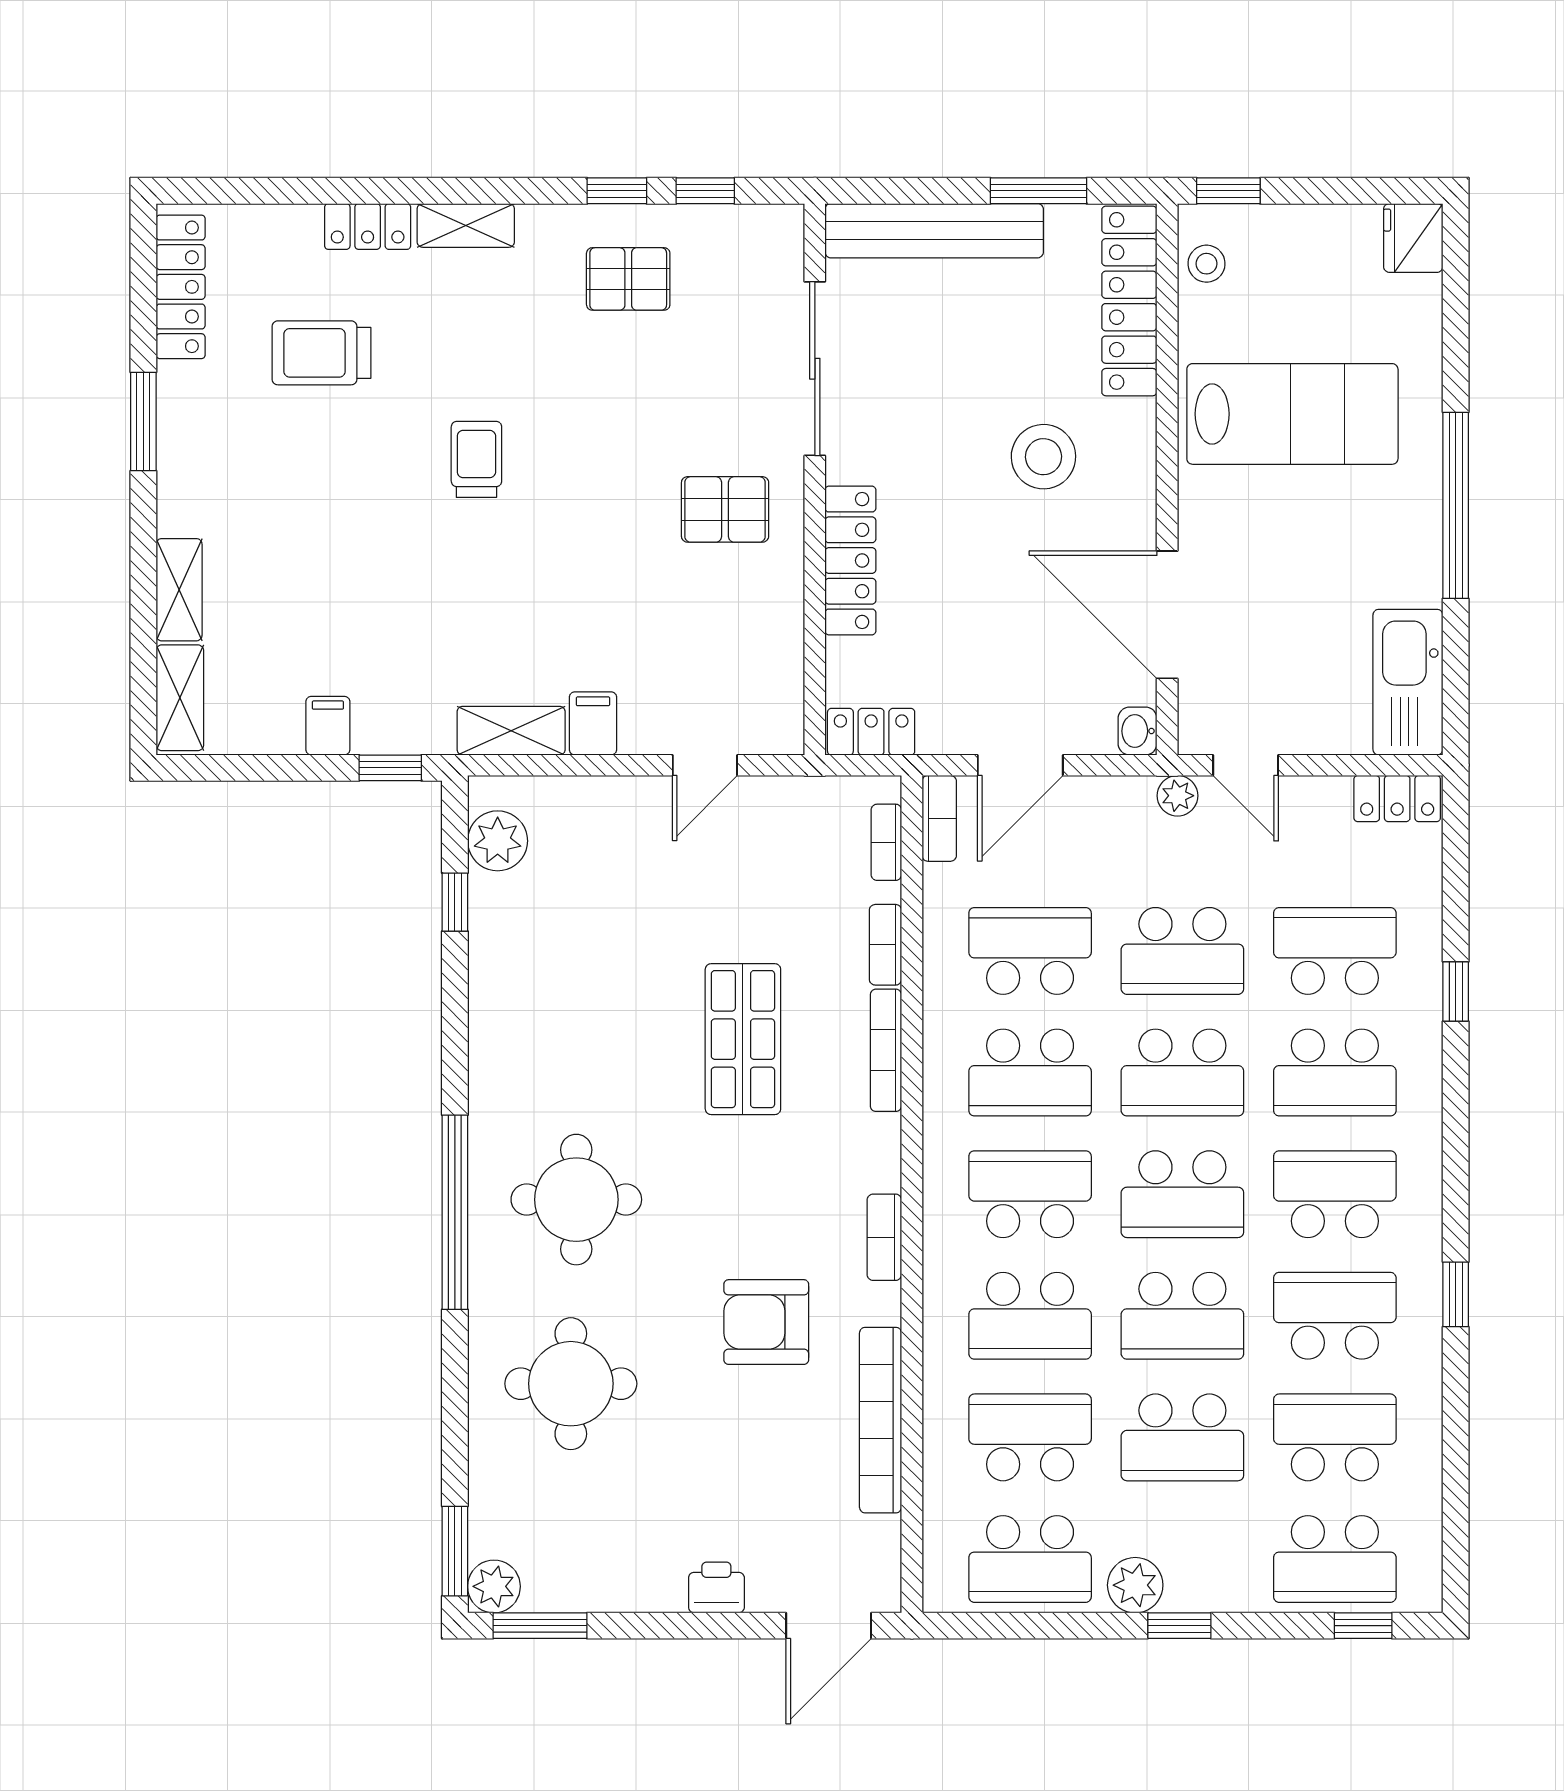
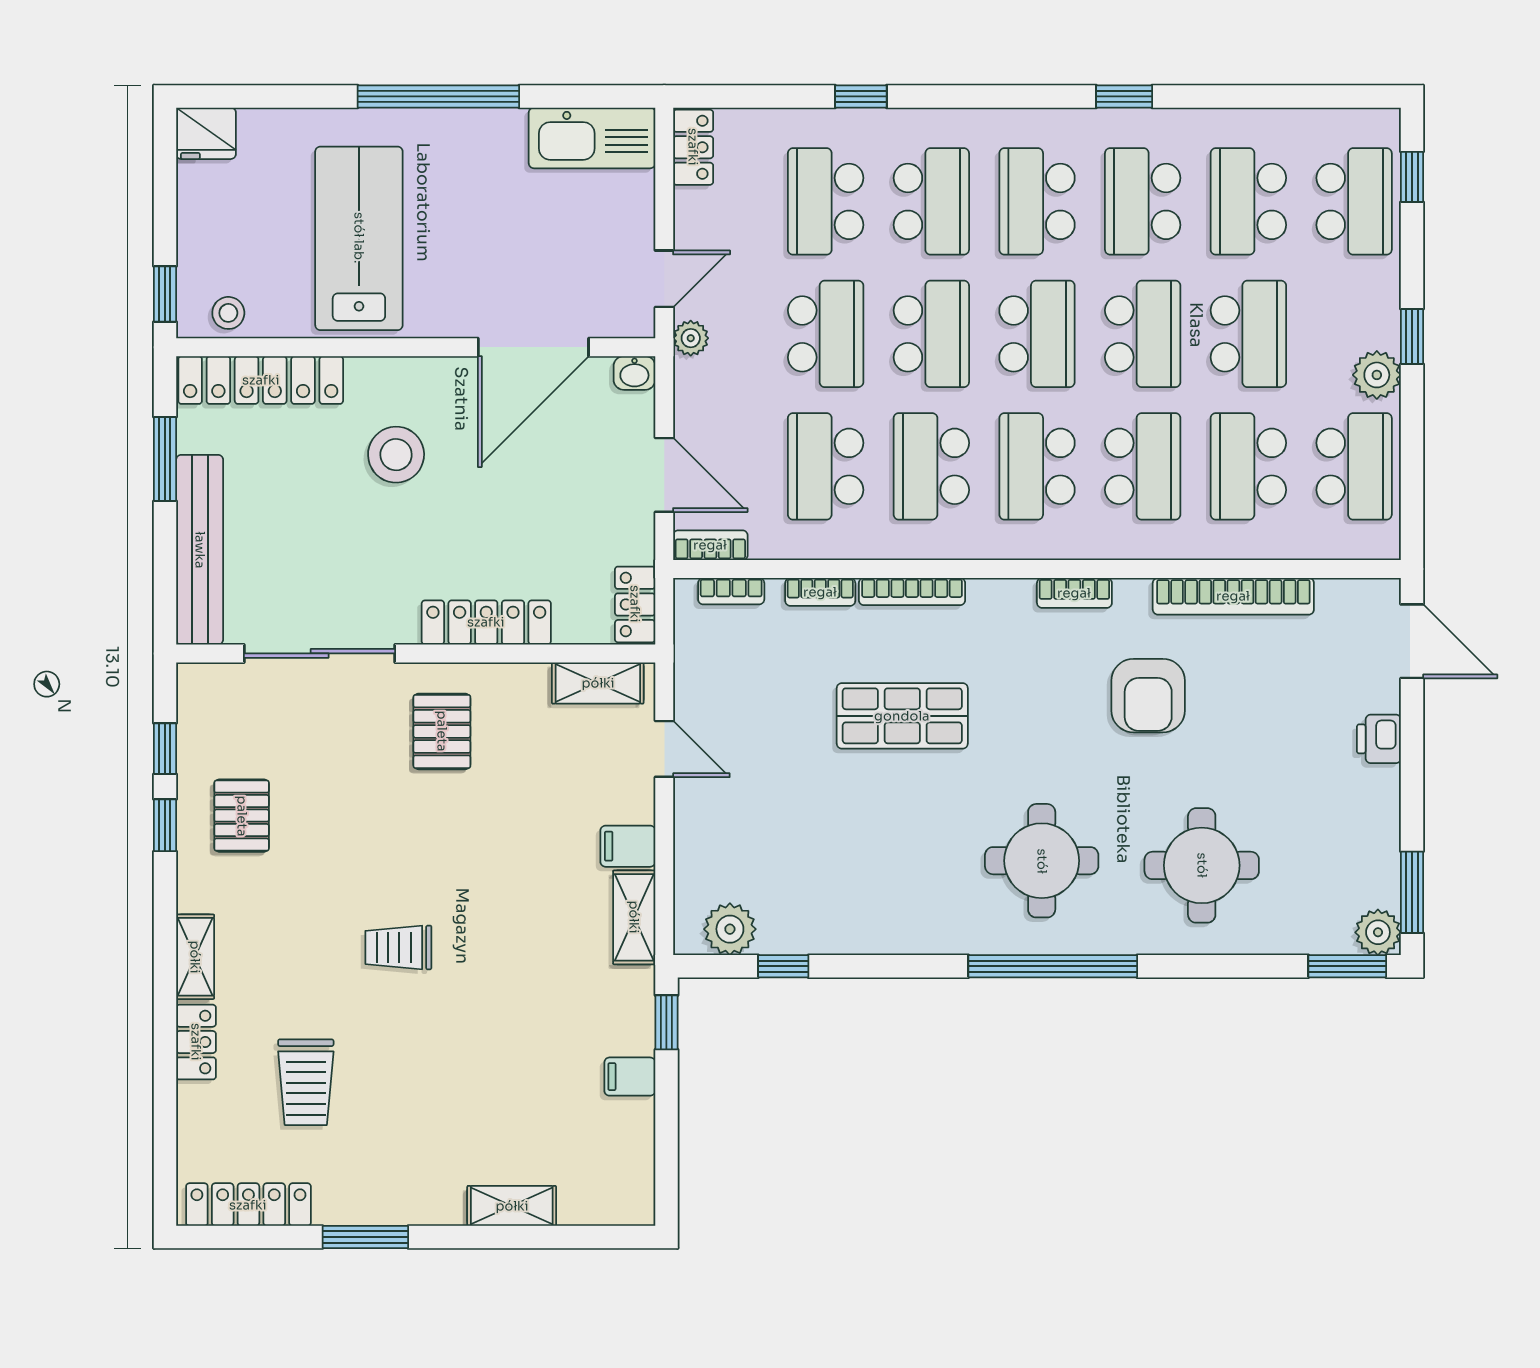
shelving: (180, 698) -> (598, 683), moved
school desk: (1030, 1073) -> (931, 466), turned 180

